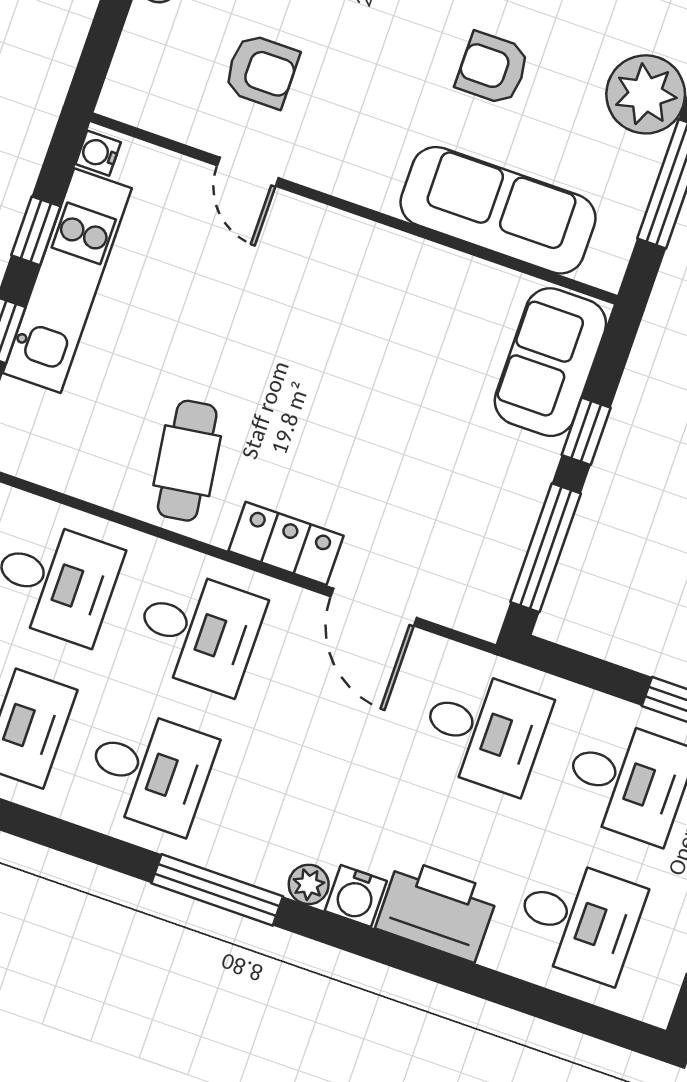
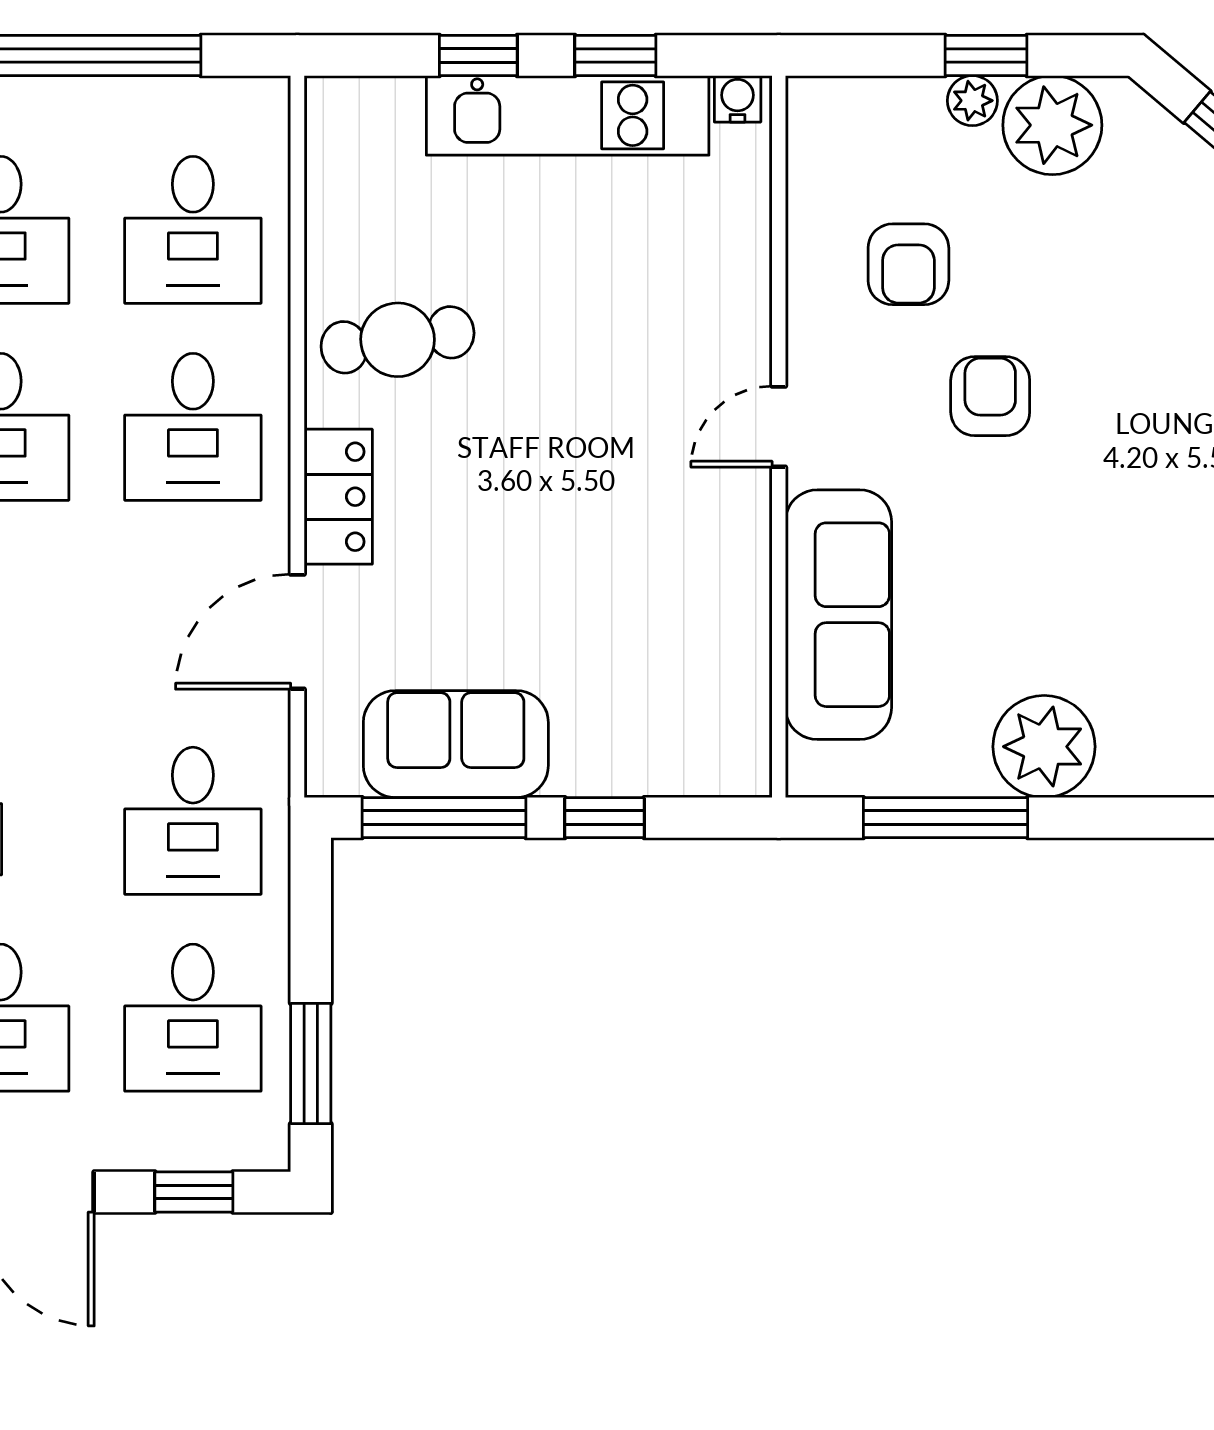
armchair: (493, 68) -> (990, 396), moved
door: (248, 172) -> (779, 427), moved
sofa: (550, 362) -> (456, 744), moved

